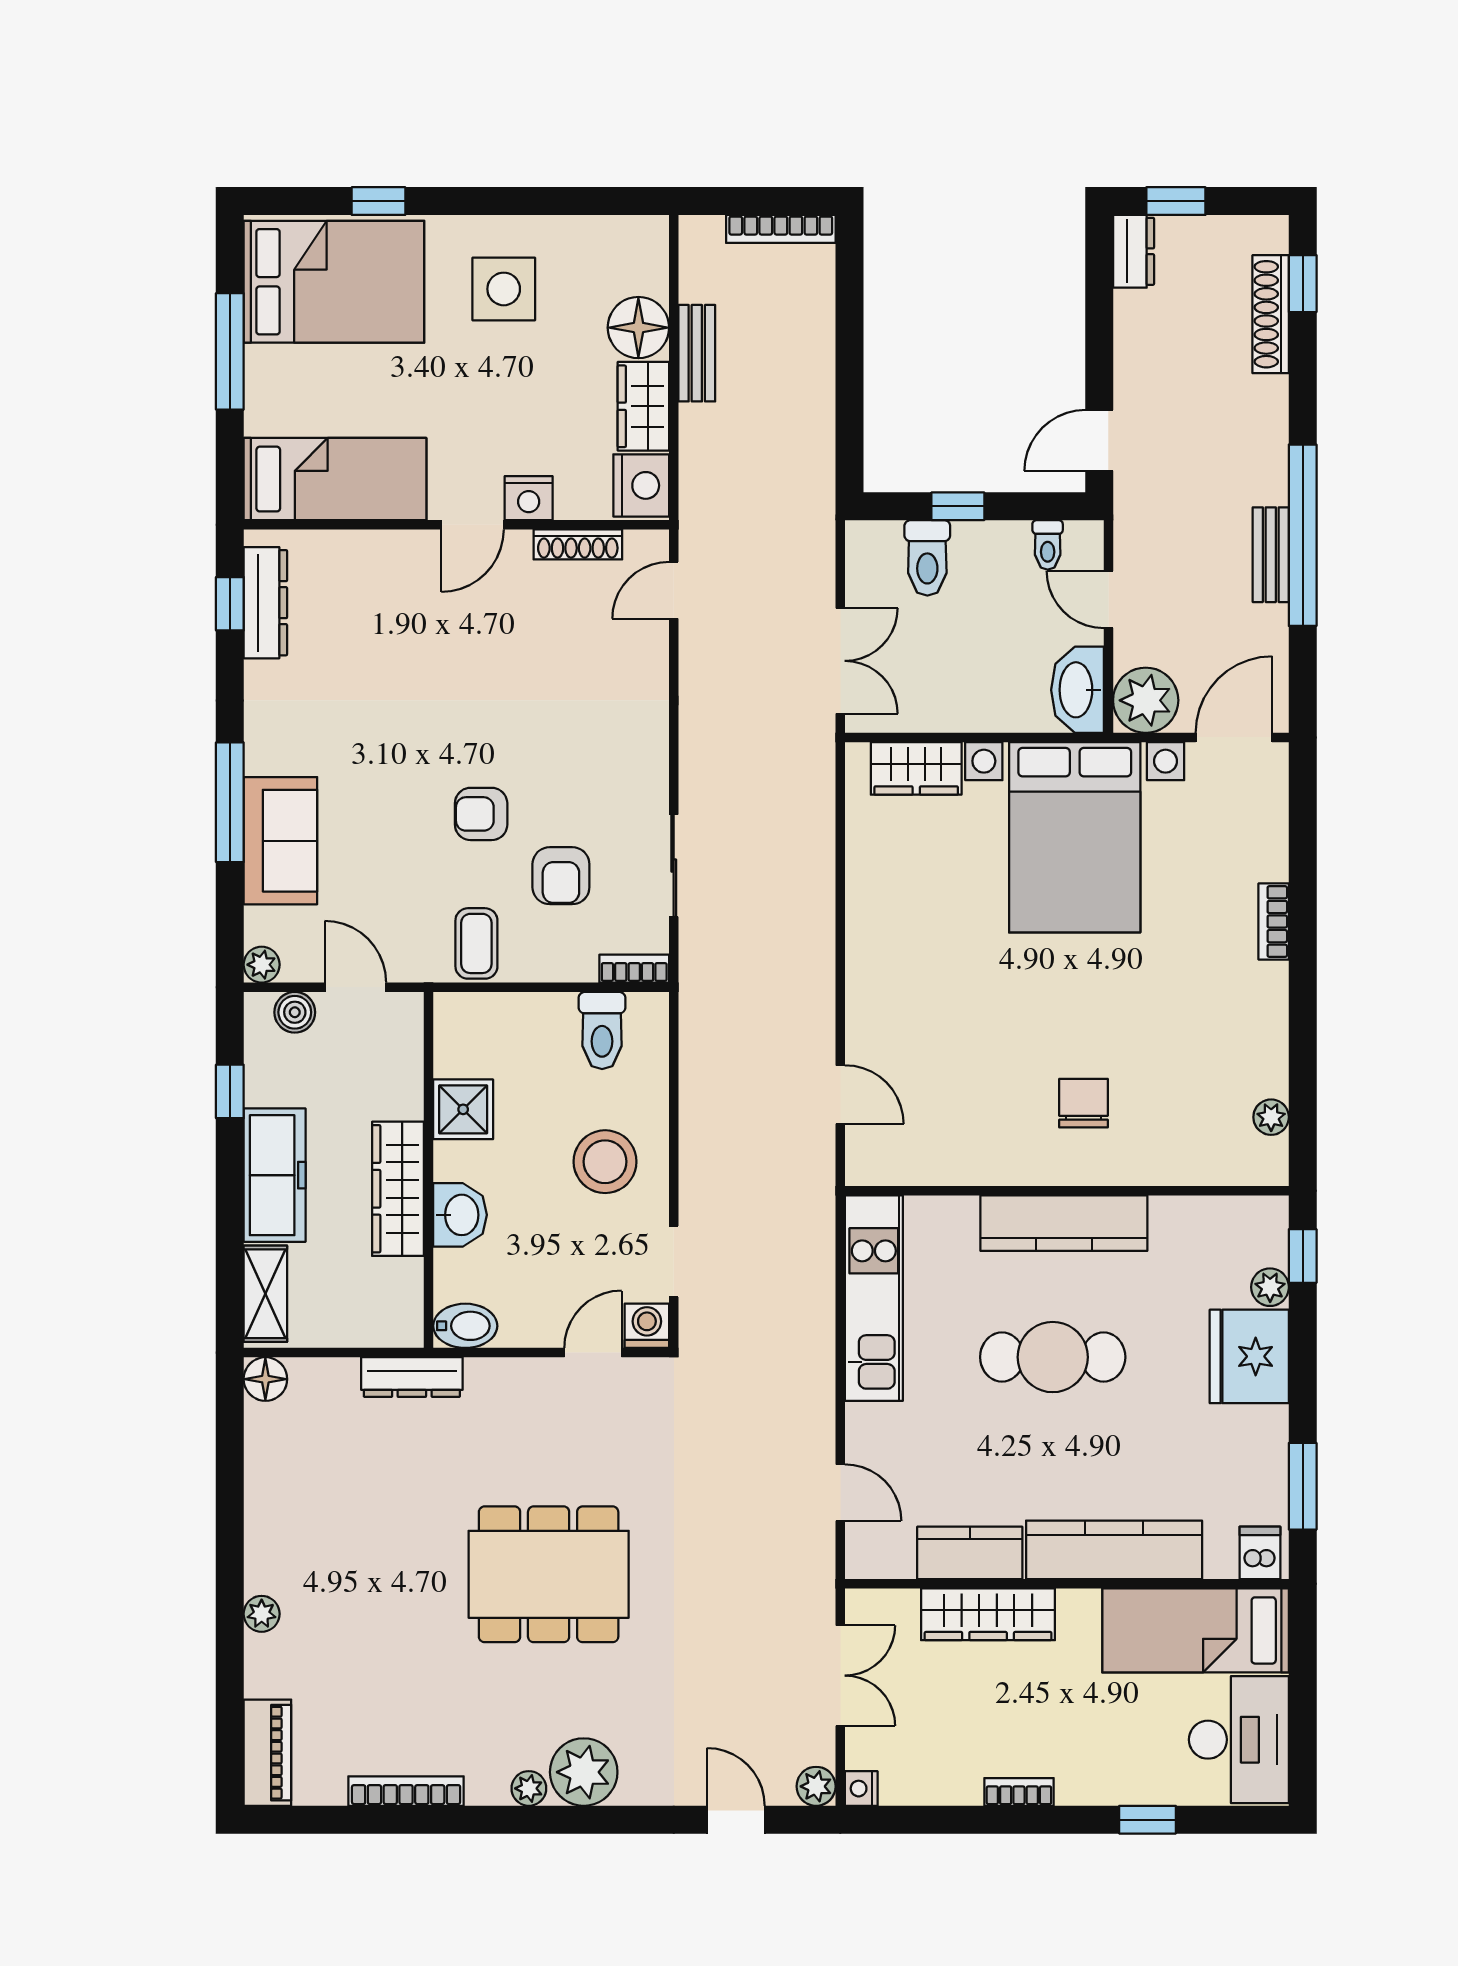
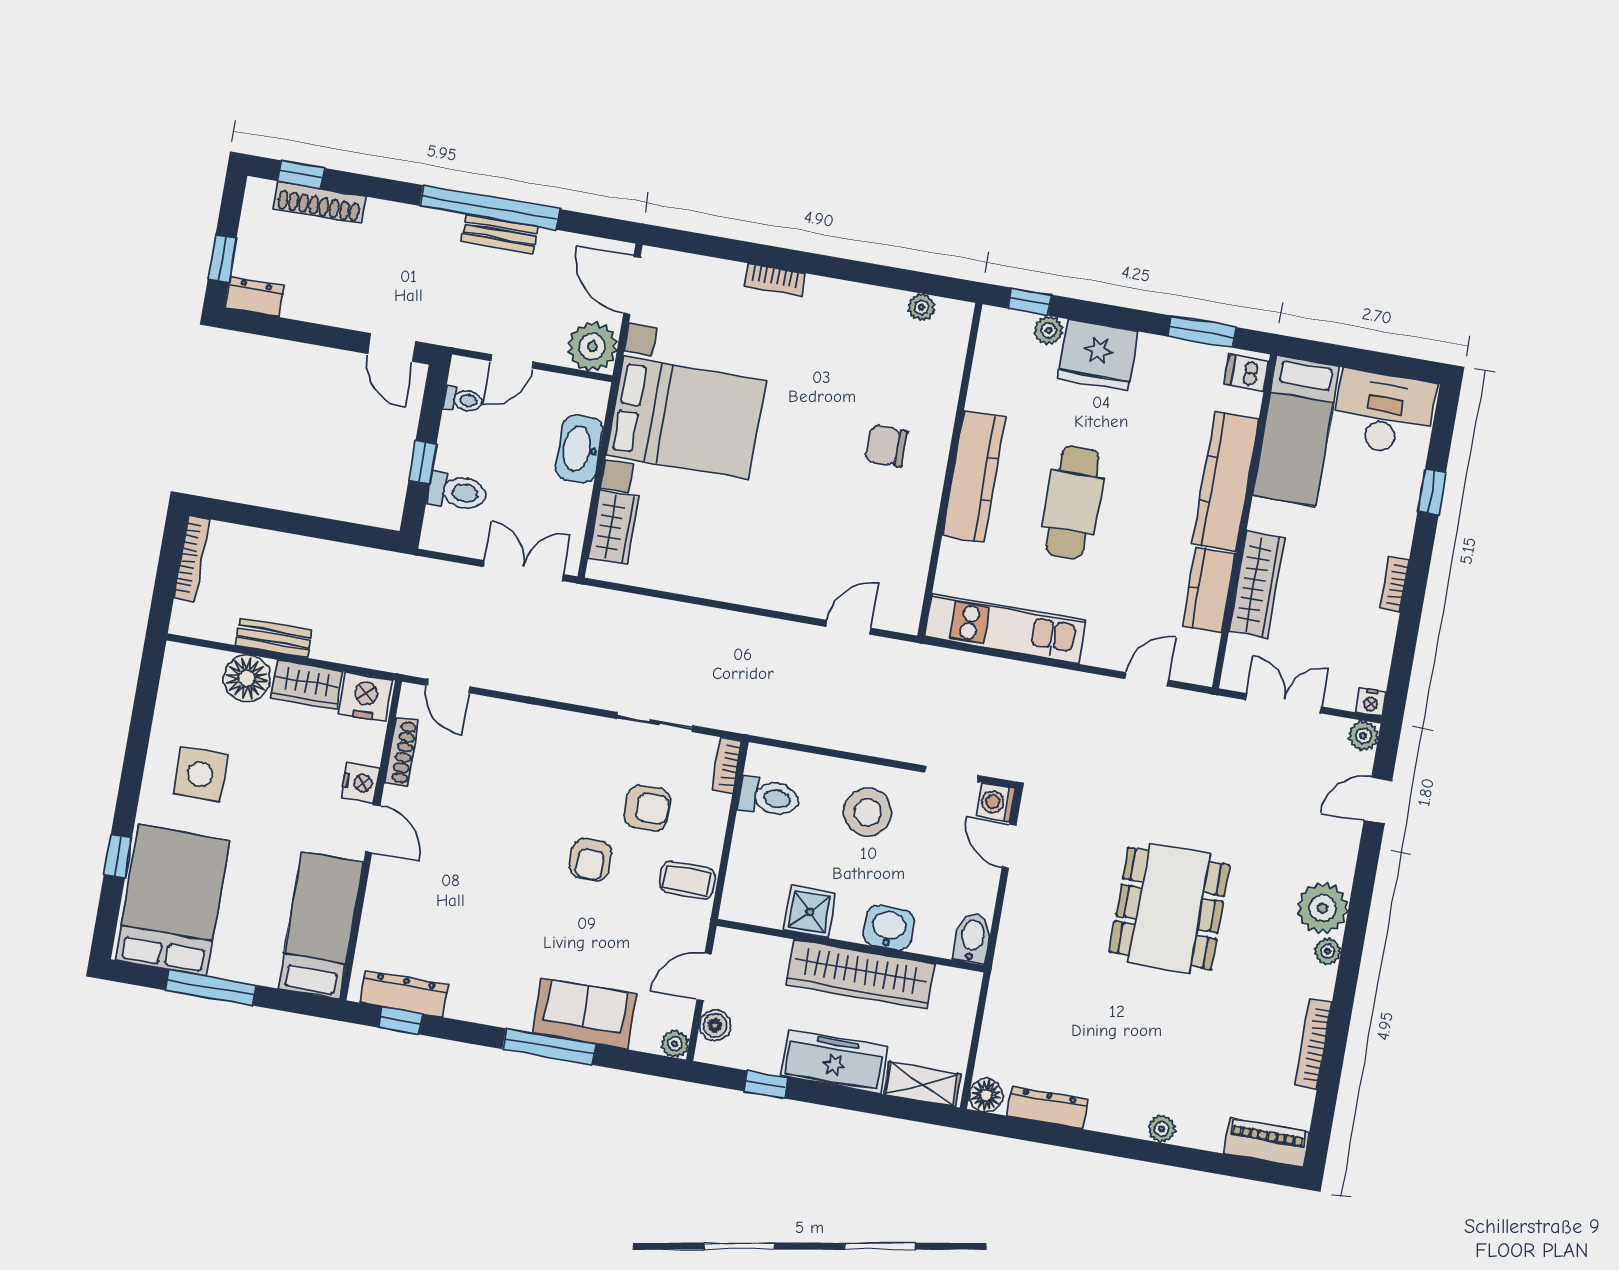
washbasin: (1078, 690) -> (579, 449), moved, turned 90
wardrobe: (398, 1189) -> (860, 974), width x1.40, depth x1.17
dresser: (412, 1377) -> (1047, 1107), moved, turned -90

